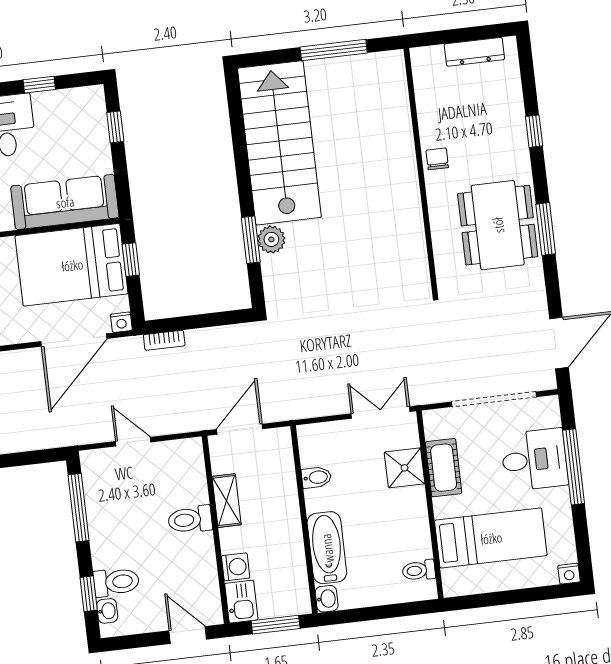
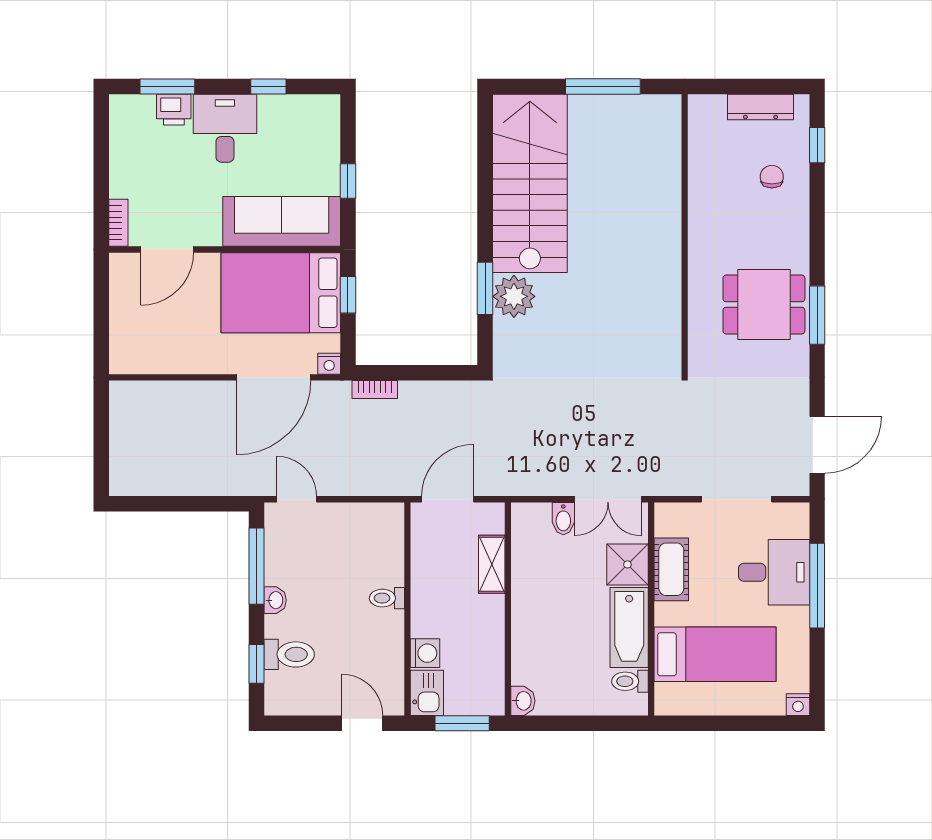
window: (115, 127) -> (348, 181), moved
window: (534, 131) -> (817, 145), moved
chair: (437, 159) -> (772, 177), moved
dining table: (498, 225) -> (764, 304), width x0.73
plant: (271, 239) -> (514, 296), width x1.36, depth x1.36
doorway: (494, 399) -> (737, 499), width x0.73
double door: (381, 413) -> (608, 499), swing flipped
door: (133, 442) -> (297, 499), moved
bidet: (316, 477) -> (563, 519), moved, turned 90
shelving: (227, 501) -> (492, 564), moved
toilet: (190, 520) -> (387, 598), width x0.73, depth x0.72
bathtub: (327, 548) -> (629, 628), moved, turned 180
washbasin: (107, 611) -> (275, 600), moved

